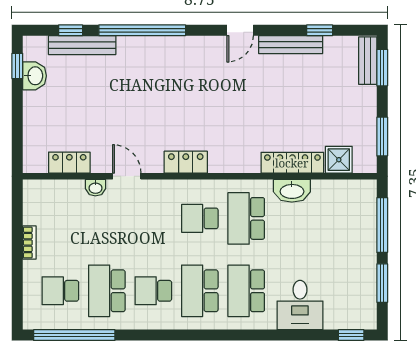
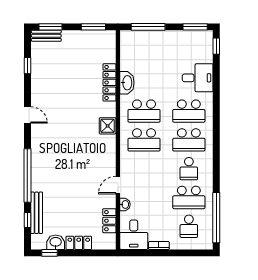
bench: (291, 45) -> (36, 84), removed
shower: (339, 160) -> (108, 126), moved
locker: (186, 162) -> (79, 243), moved, turned 90
desk: (47, 202) -> (134, 235), added
school desk: (200, 218) -> (144, 140), width x1.85
window: (382, 283) -> (195, 27), moved

